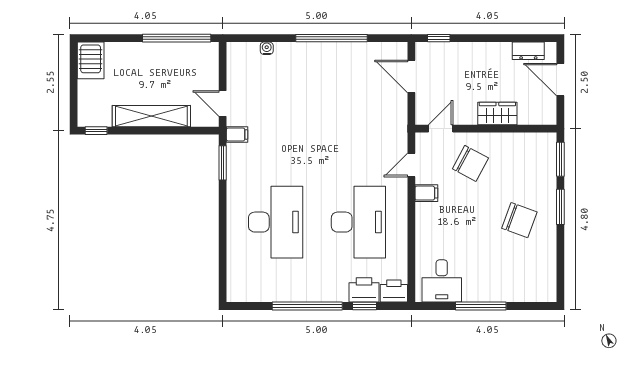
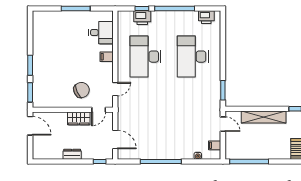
dresser: (528, 51) -> (72, 154), moved
door: (560, 80) -> (30, 126), moved
wardrobe: (497, 114) -> (79, 118), moved
filing cabinet: (237, 134) -> (215, 145), moved
chair: (470, 163) -> (81, 90), turned 127
filing cabinet: (426, 193) -> (107, 57), moved
chair: (519, 220) -> (54, 58), removed
desk: (442, 281) -> (101, 33), moved, turned 90
printer: (394, 291) -> (206, 17), moved

